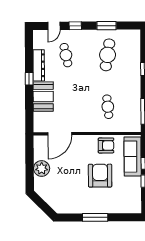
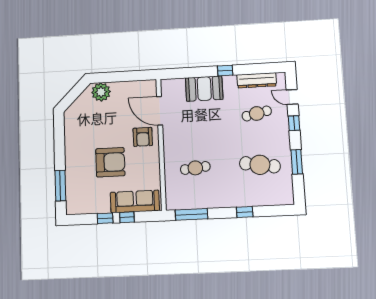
dresser: (39, 65) -> (257, 80), moved
armchair: (106, 145) -> (143, 137), moved
plant: (42, 169) -> (101, 92), moved
window: (95, 217) -> (60, 186), moved

